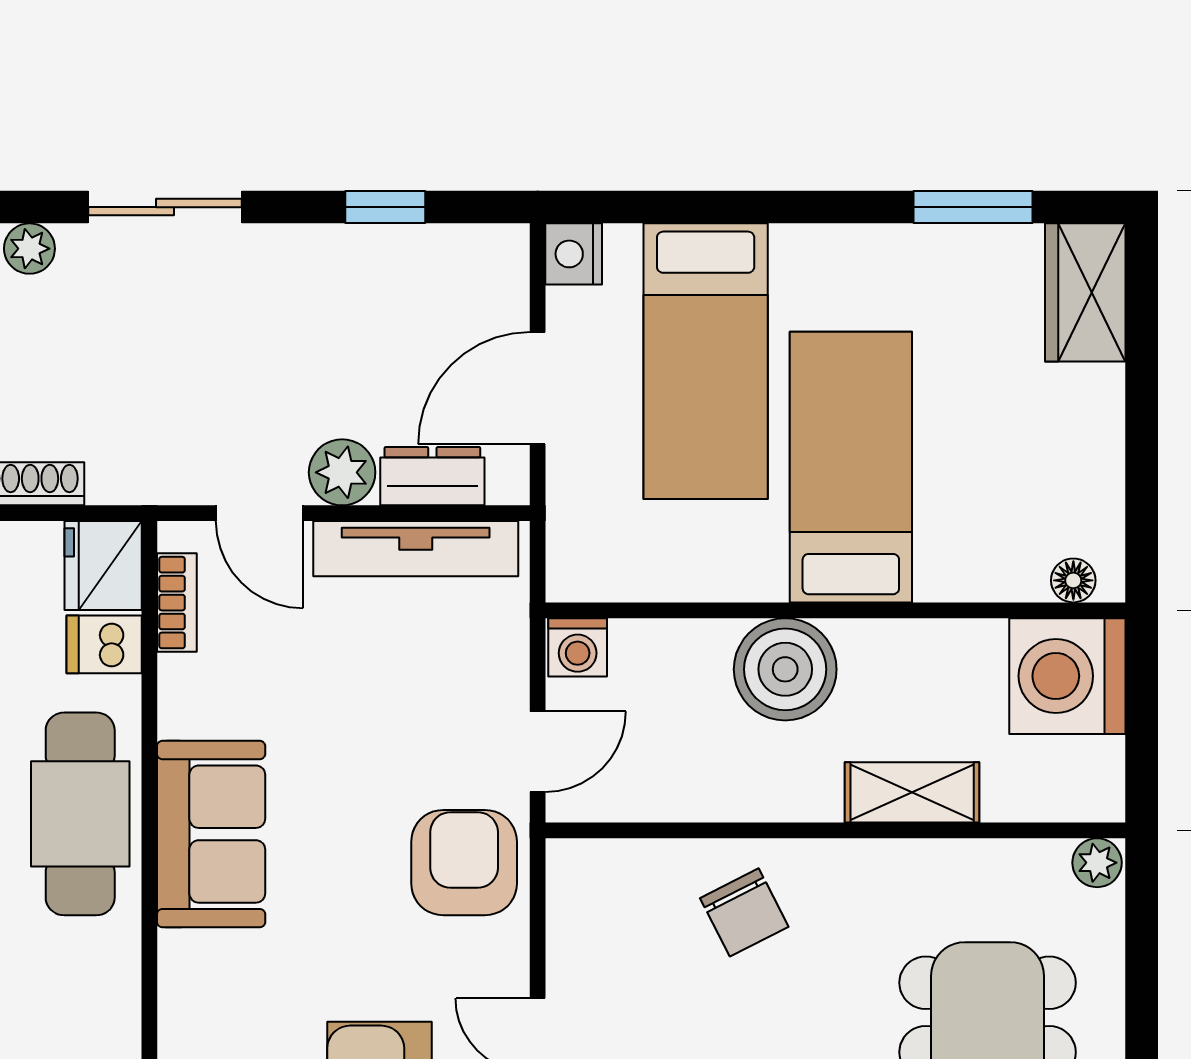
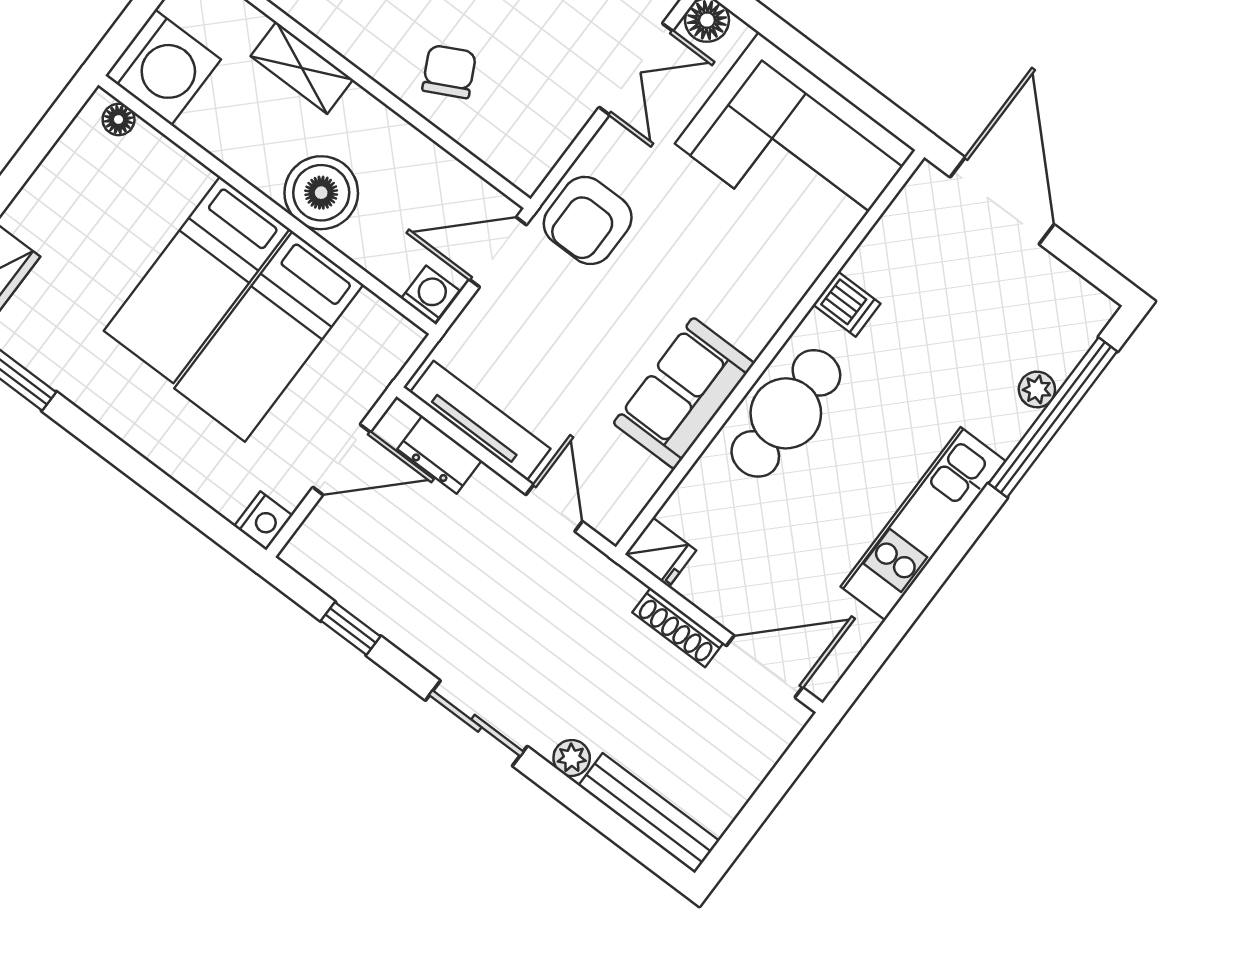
bed: (706, 361) -> (269, 336), moved, turned 180
plant: (342, 472) -> (489, 496), removed
fridge: (103, 566) -> (661, 552), width x0.72
bookcase: (177, 603) -> (640, 492), removed
dishwasher: (104, 644) -> (847, 304), moved
door: (538, 752) -> (498, 252), width x1.38
sofa: (211, 834) -> (684, 393), moved

